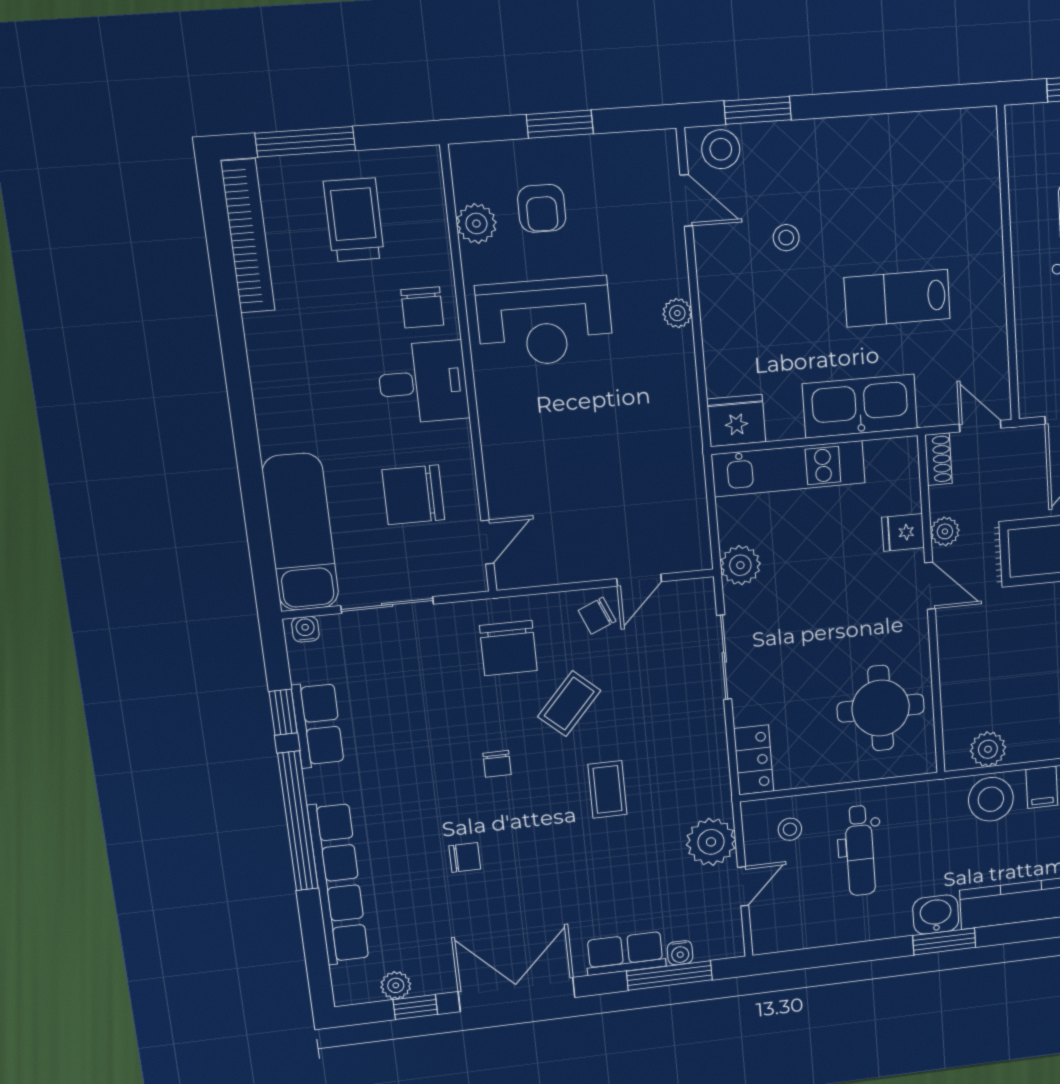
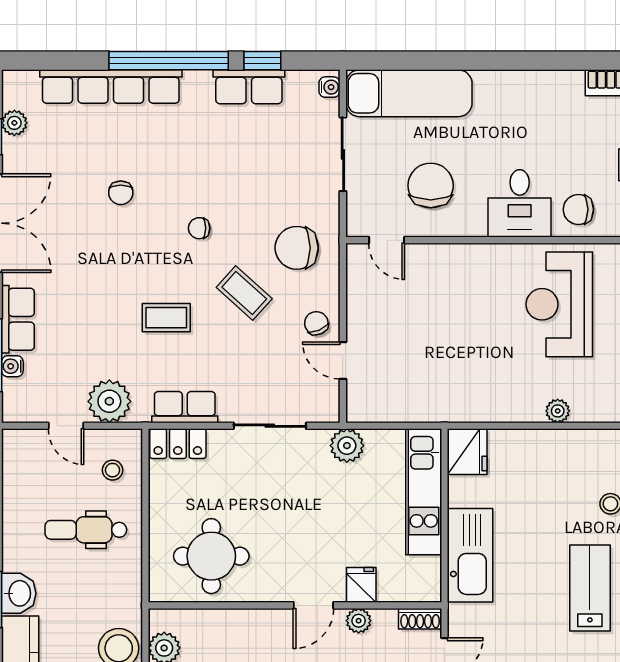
lab bench: (897, 298) -> (590, 588), moved
row of seats: (710, 757) -> (185, 407), added

